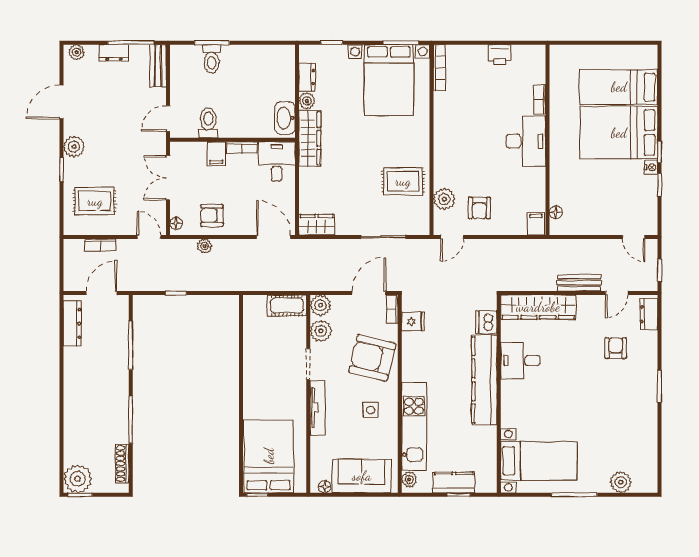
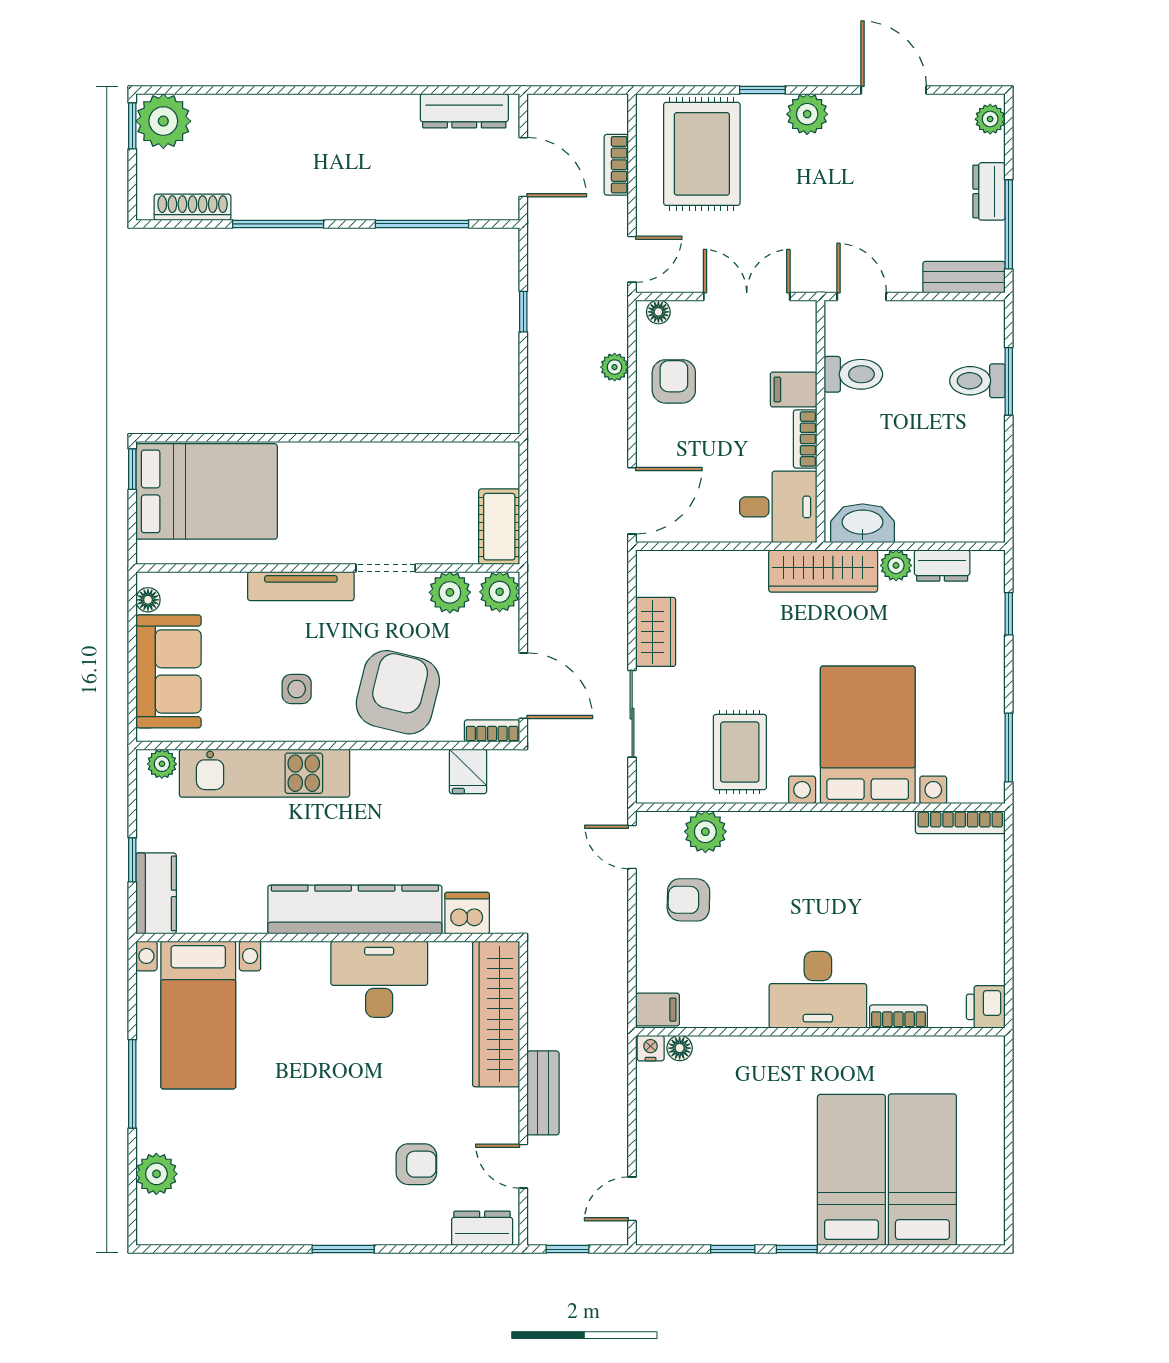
printer: (500, 54) -> (986, 1007), moved
bed with nightstands: (389, 80) -> (868, 735), moved, turned 90
bed: (619, 133) -> (851, 1170), width x0.67
nightstand: (651, 167) -> (651, 1048), moved, turned 180
rug: (95, 201) -> (702, 154), width x1.36, depth x1.43
wardrobe: (317, 225) -> (656, 632), moved
desk: (520, 361) -> (379, 979), width x1.37
kitchen counter: (454, 483) -> (156, 893), moved

